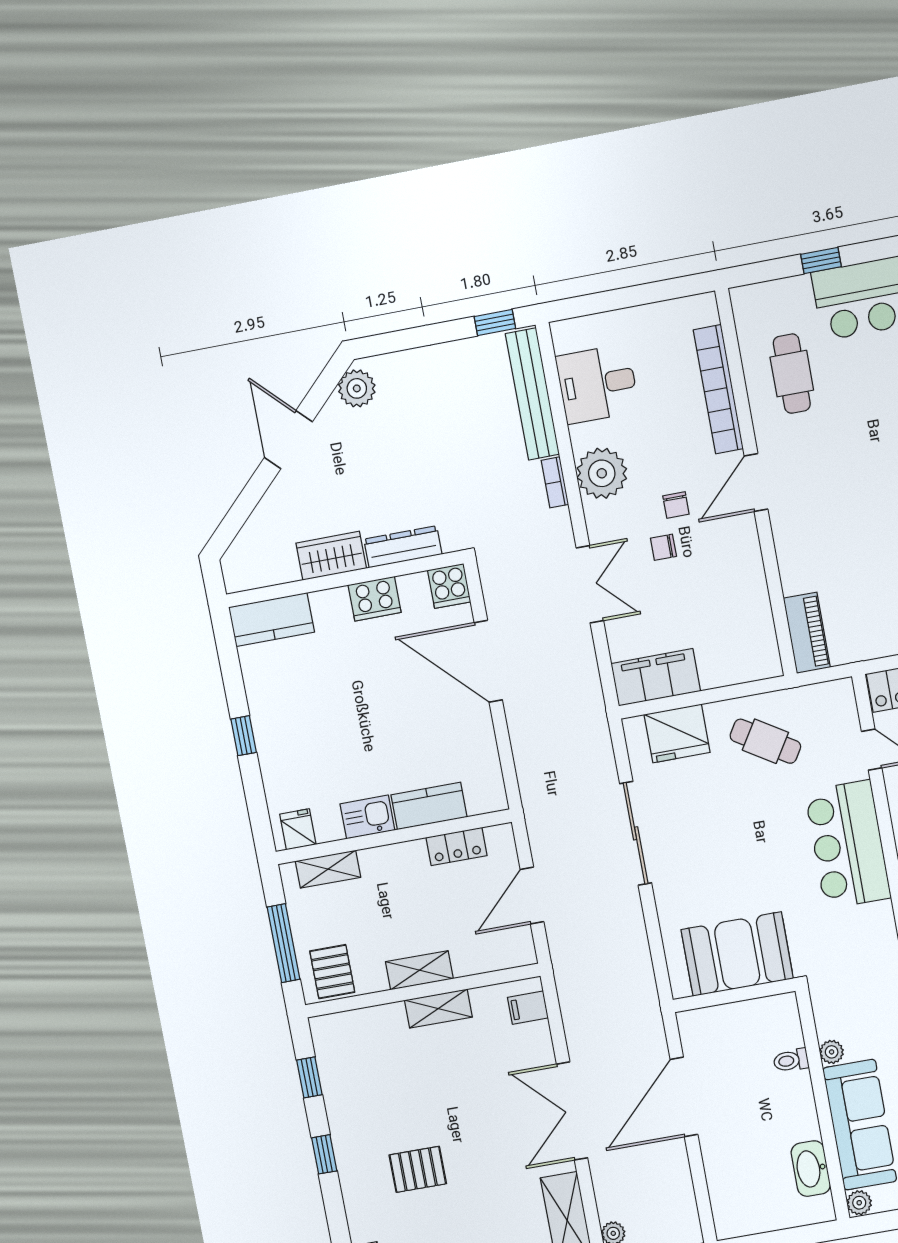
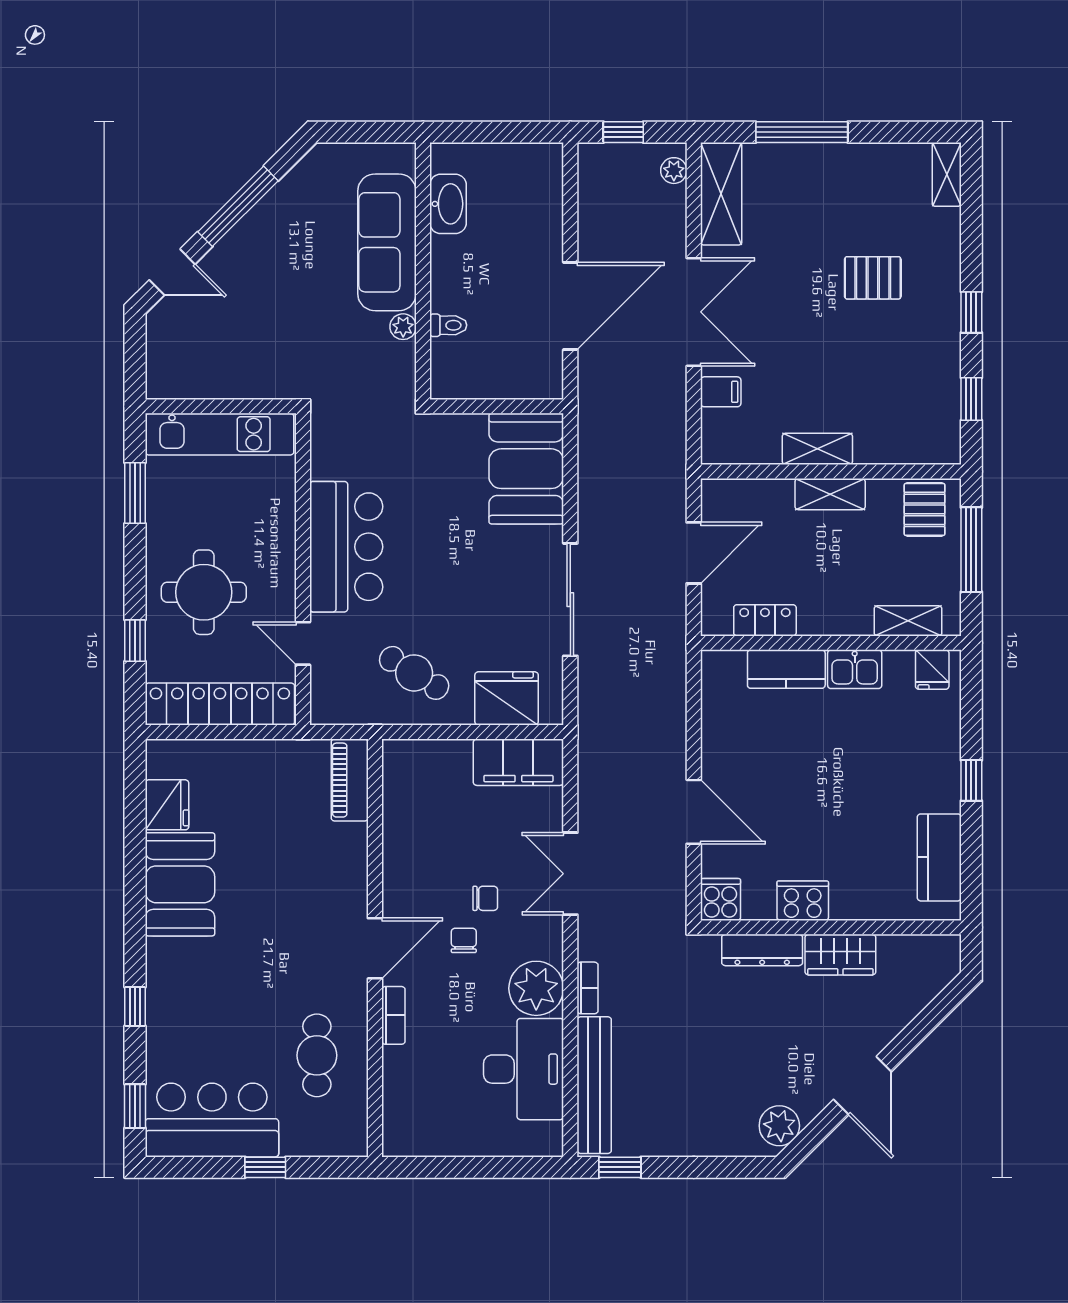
desk: (597, 384) -> (524, 1069), width x1.37
bookcase: (718, 389) -> (393, 1015), width x0.43, depth x0.76
kitchen counter: (271, 620) -> (939, 857), moved, turned -90
door: (488, 661) -> (694, 812), width x0.73
booth: (737, 954) -> (526, 469), moved, turned 90
filing cabinet: (528, 1008) -> (721, 392), moved
plant: (859, 1203) -> (402, 157), removed

